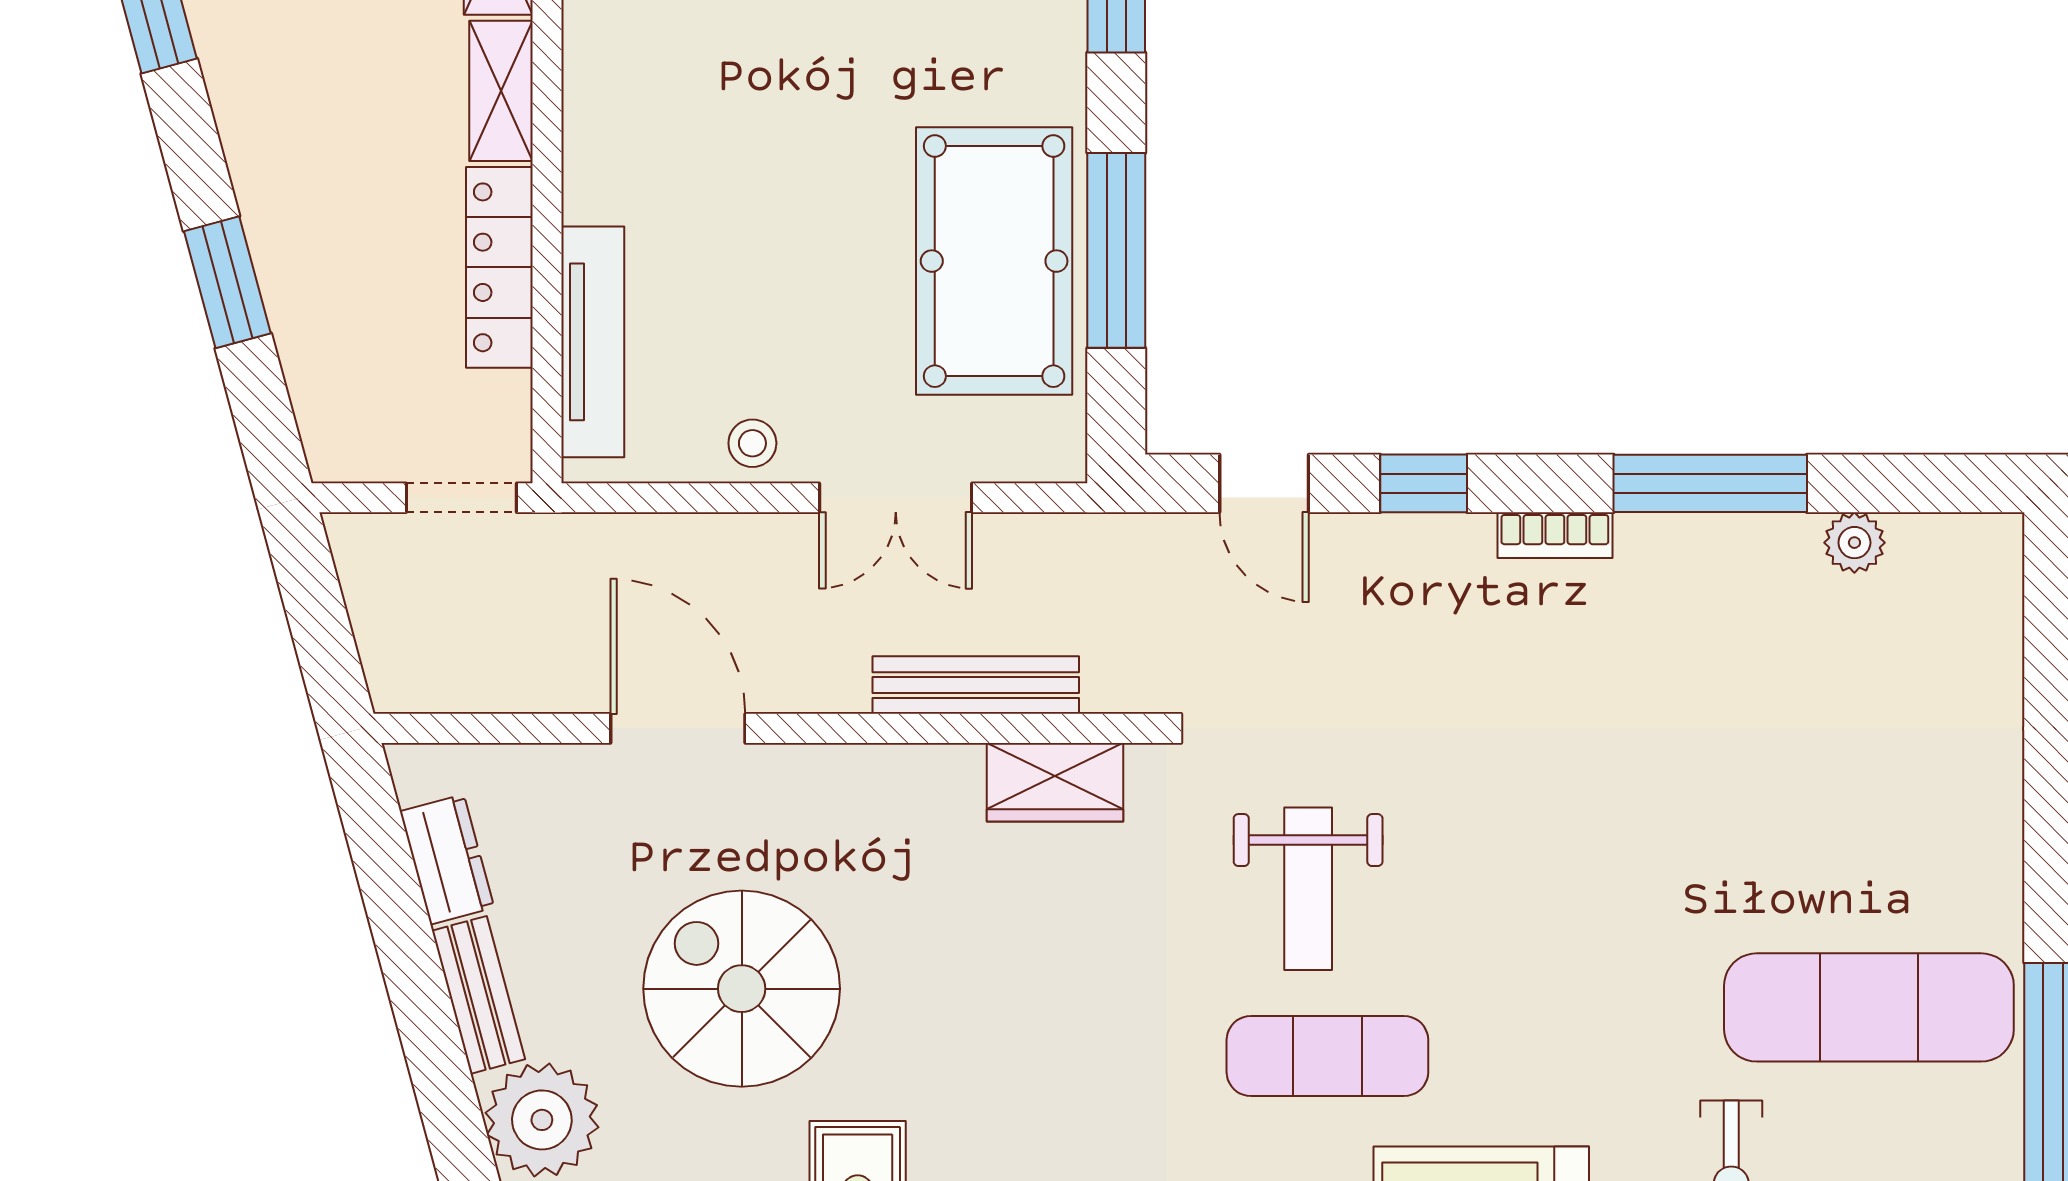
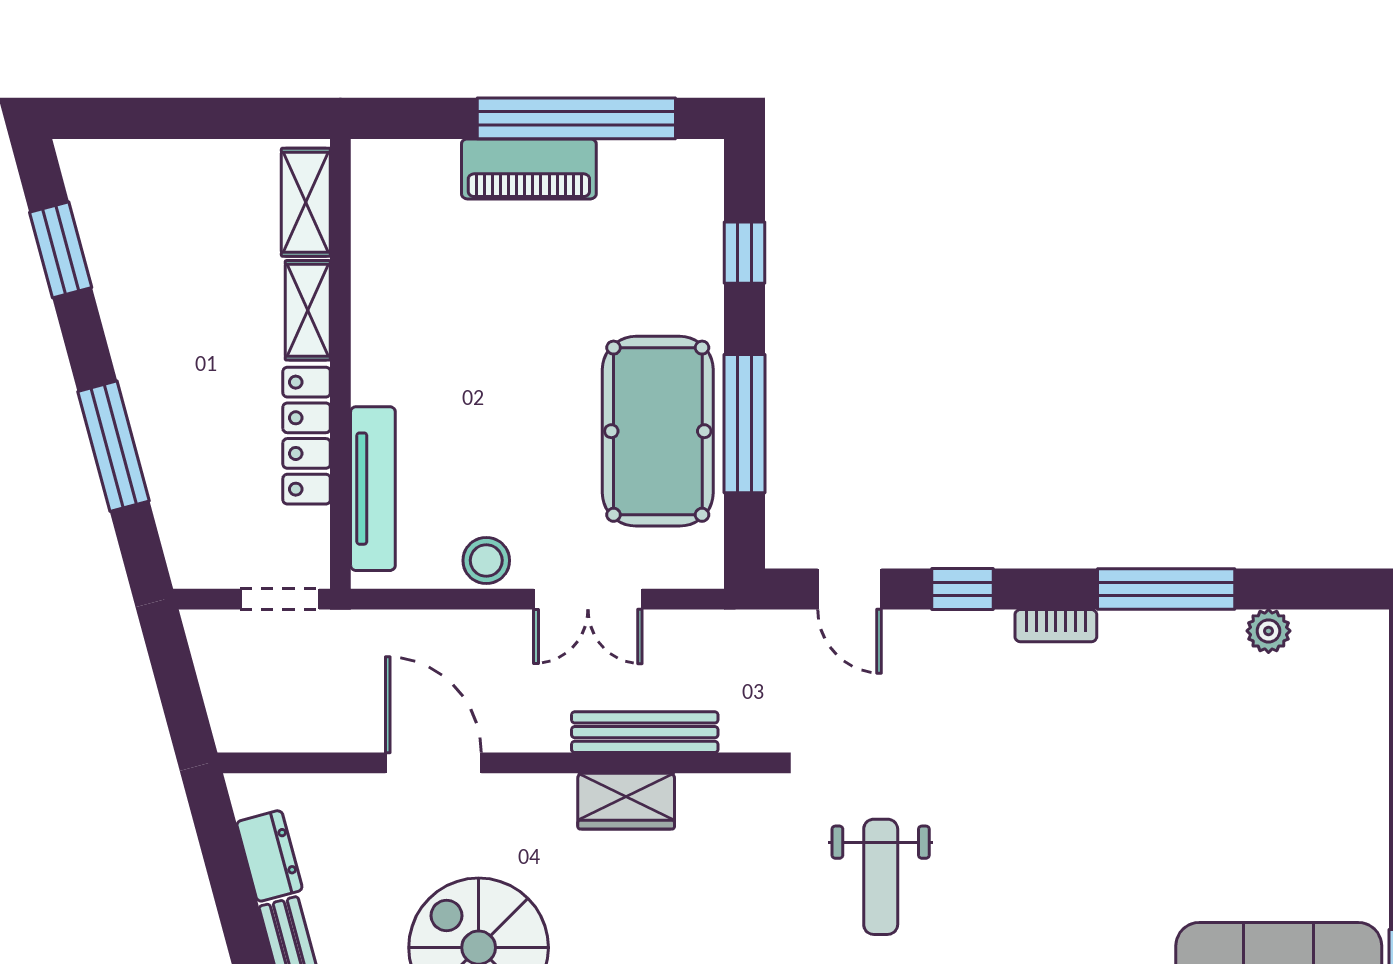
window: (227, 282) -> (114, 446), width x1.44
stool: (752, 443) -> (486, 560), width x1.37, depth x1.37
wardrobe: (1055, 782) -> (626, 801), moved

